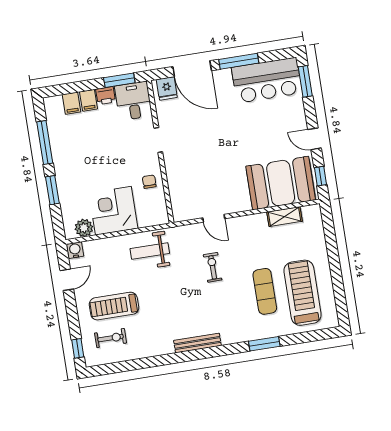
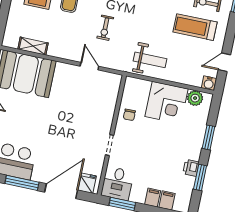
door: (192, 69) -> (61, 191), hinge flipped
printer: (106, 96) -> (191, 168), moved, turned -90
window: (45, 143) -> (200, 177), width x0.69
treadmill: (114, 306) -> (195, 27), turned 180

